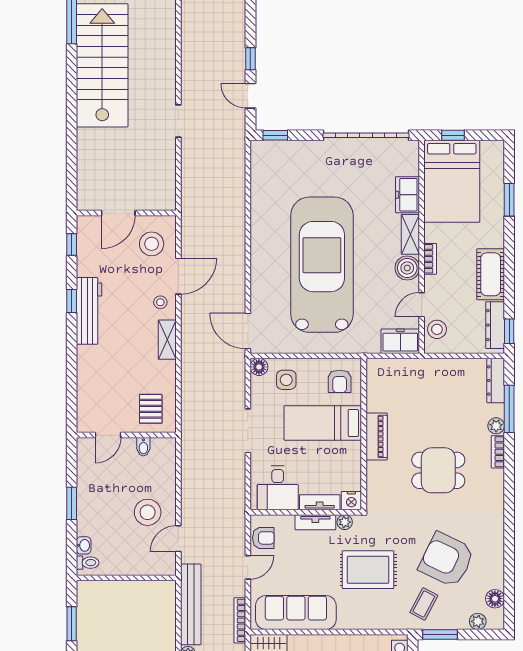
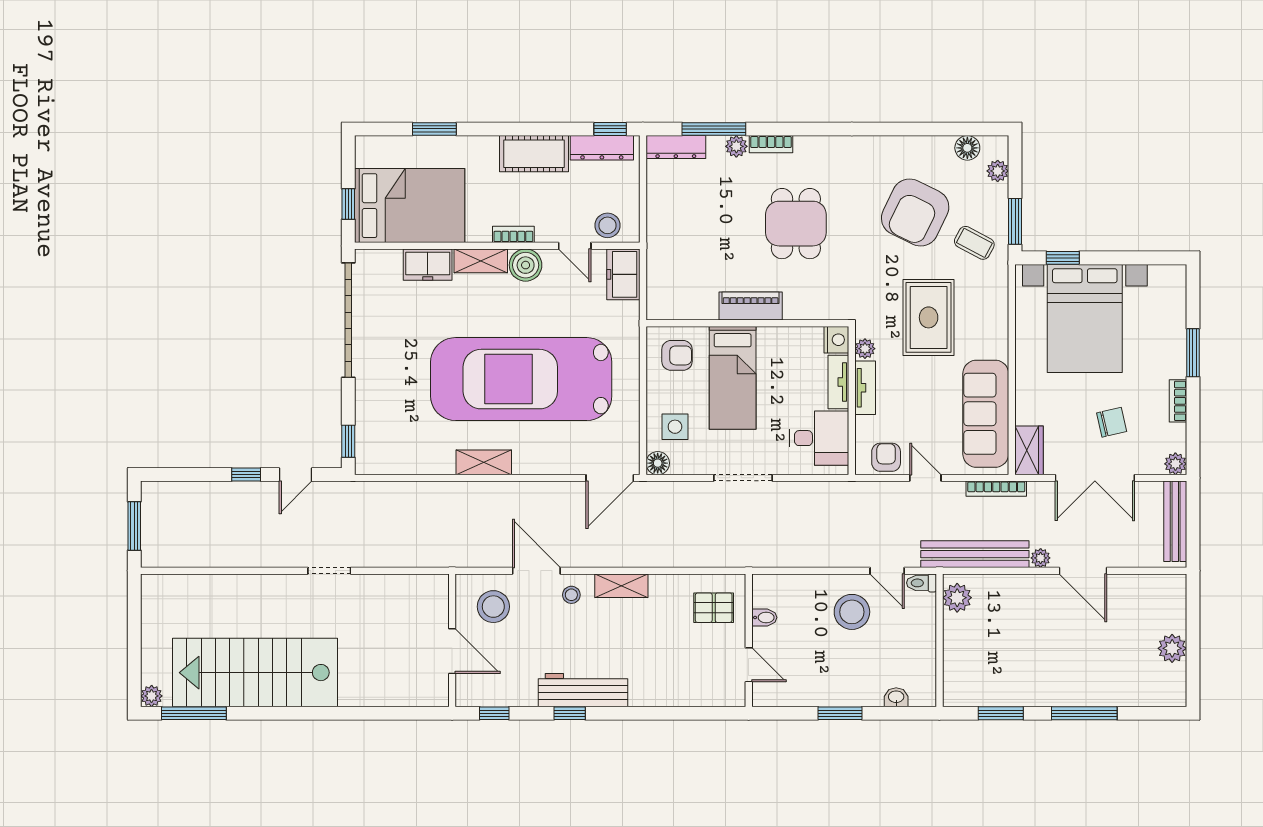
shelving: (260, 237) -> (484, 462), added
toilet: (88, 563) -> (921, 583), moved, turned -90
plant: (158, 591) -> (957, 598), added

